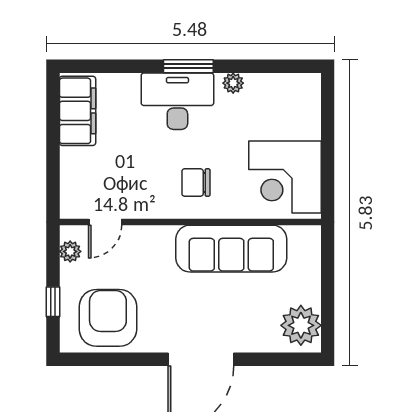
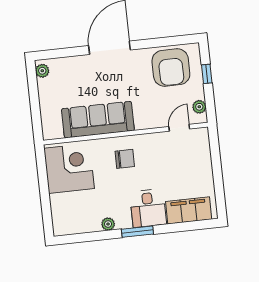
desk: (177, 101) -> (148, 208), width x0.73
filing cabinet: (78, 111) -> (189, 210), moved, turned 90
plant: (301, 325) -> (42, 71), width x0.53, depth x0.53

